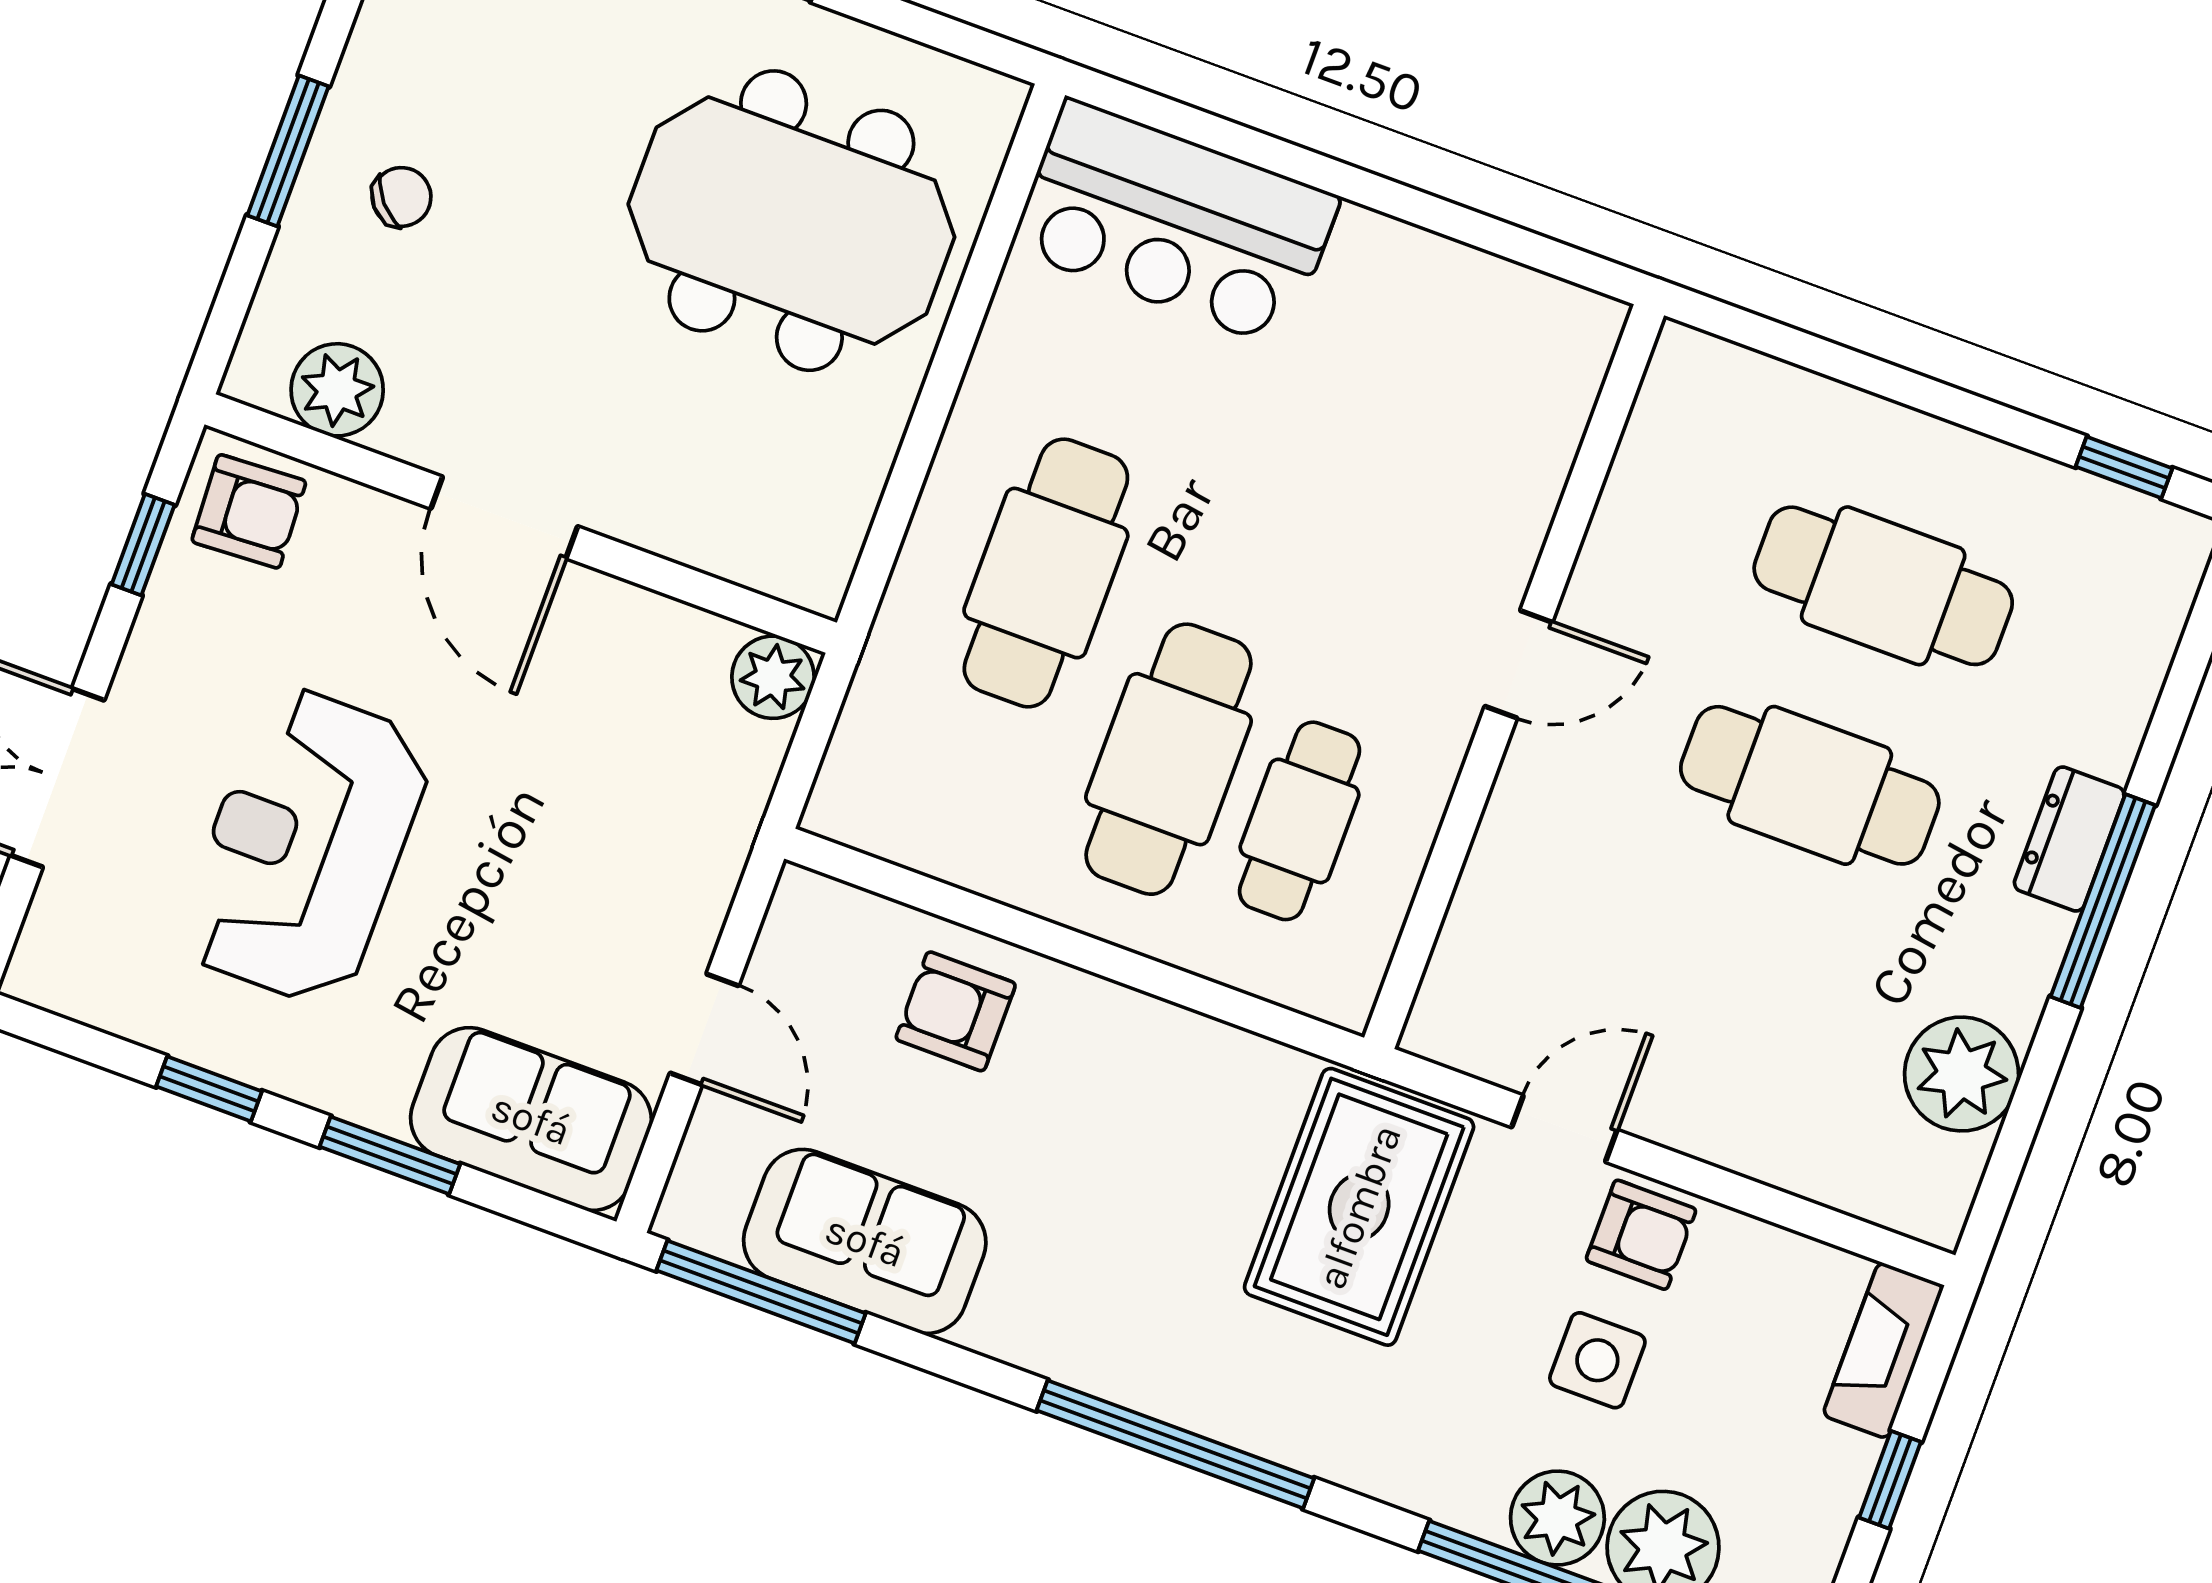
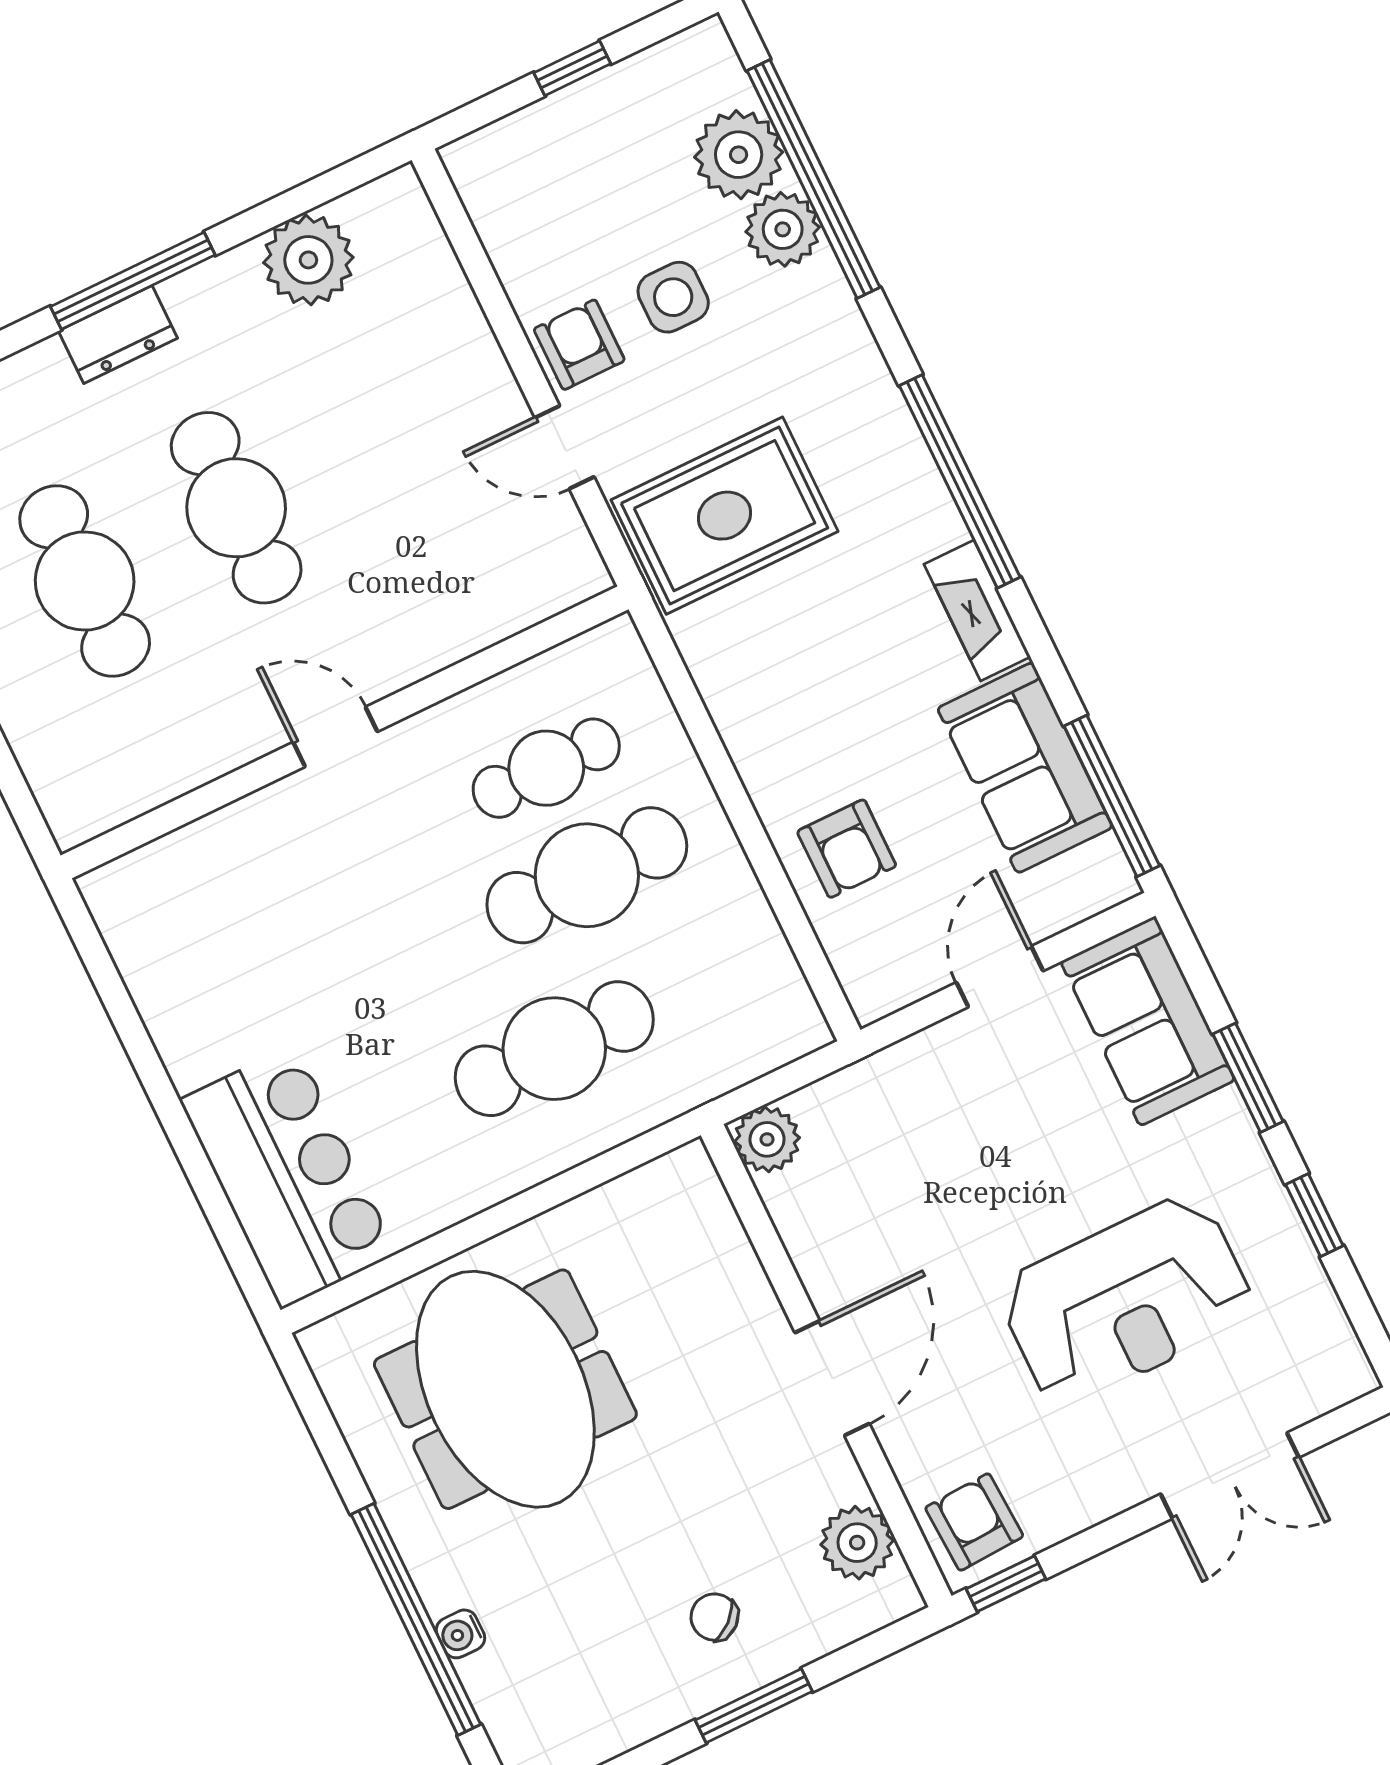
window: (143, 545) -> (1006, 1584), moved
fireplace: (1883, 1350) -> (977, 611), moved, turned 90

